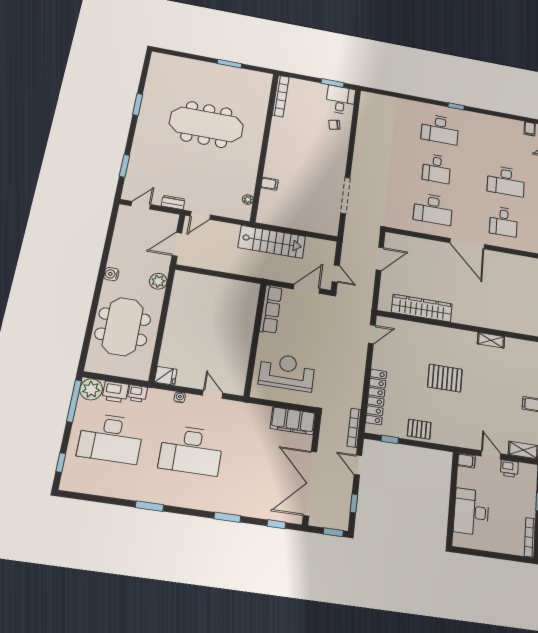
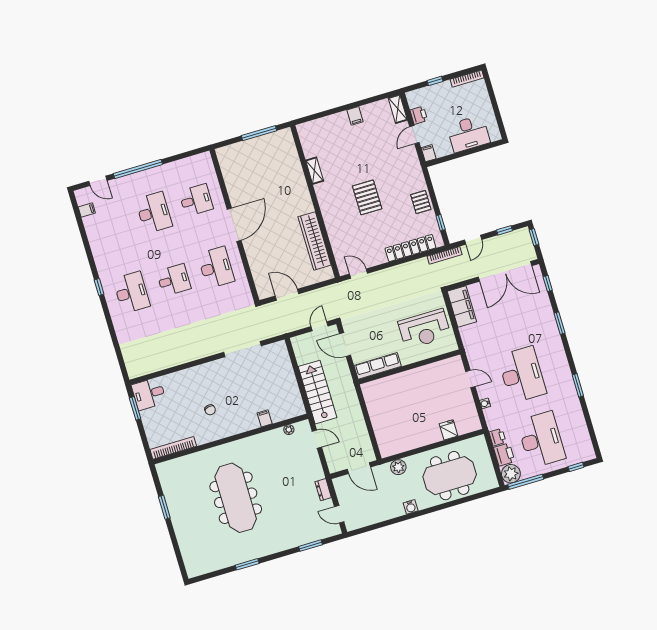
chair: (334, 125) -> (210, 410), moved
door: (200, 215) -> (317, 439), moved
reception desk: (287, 372) -> (424, 329), turned -90
fridge: (166, 376) -> (449, 430), moved
door: (213, 394) -> (470, 379), swing flipped

